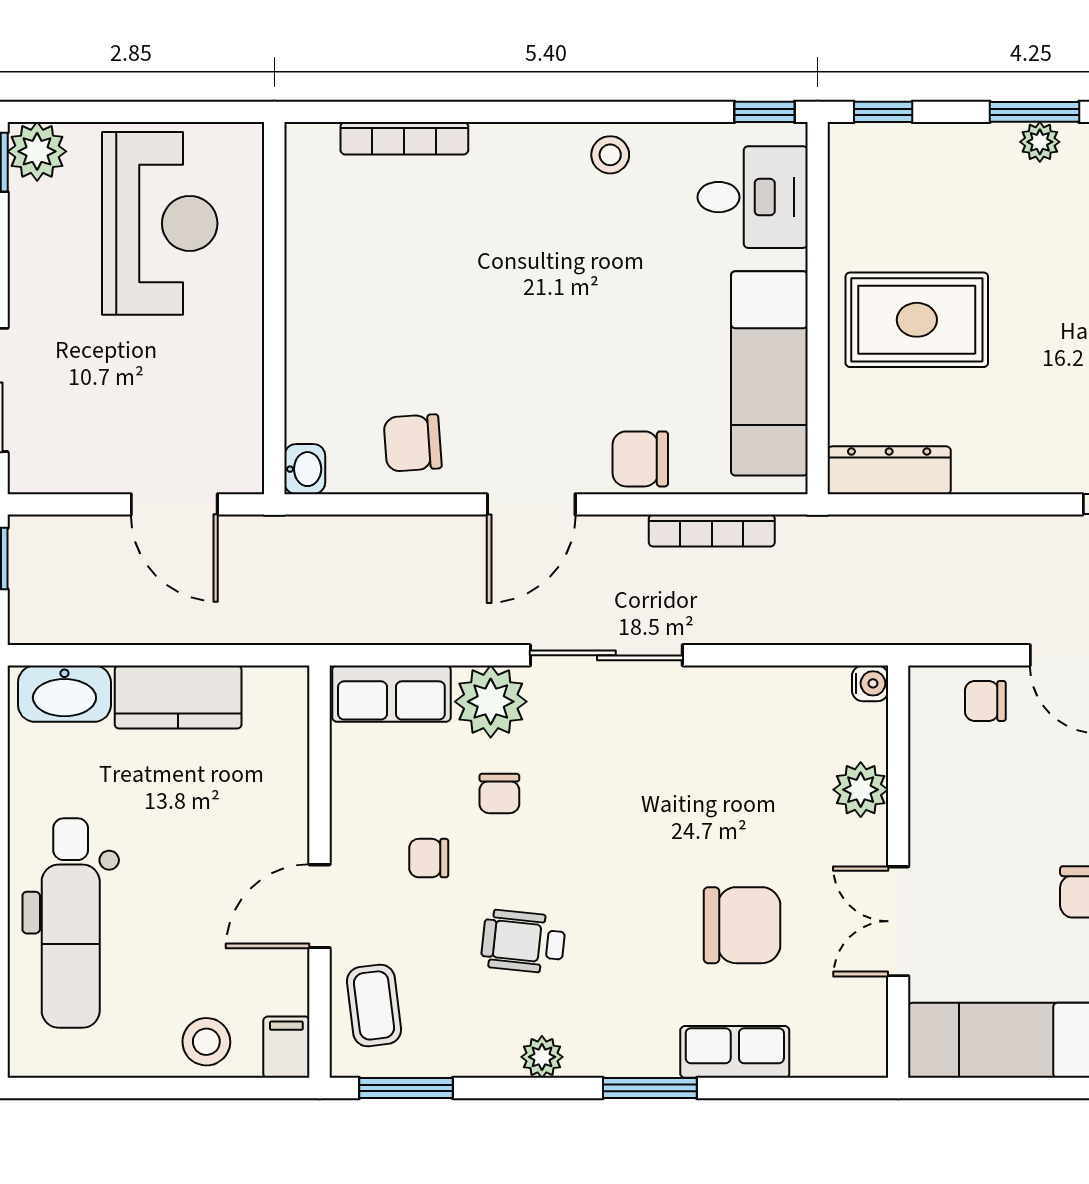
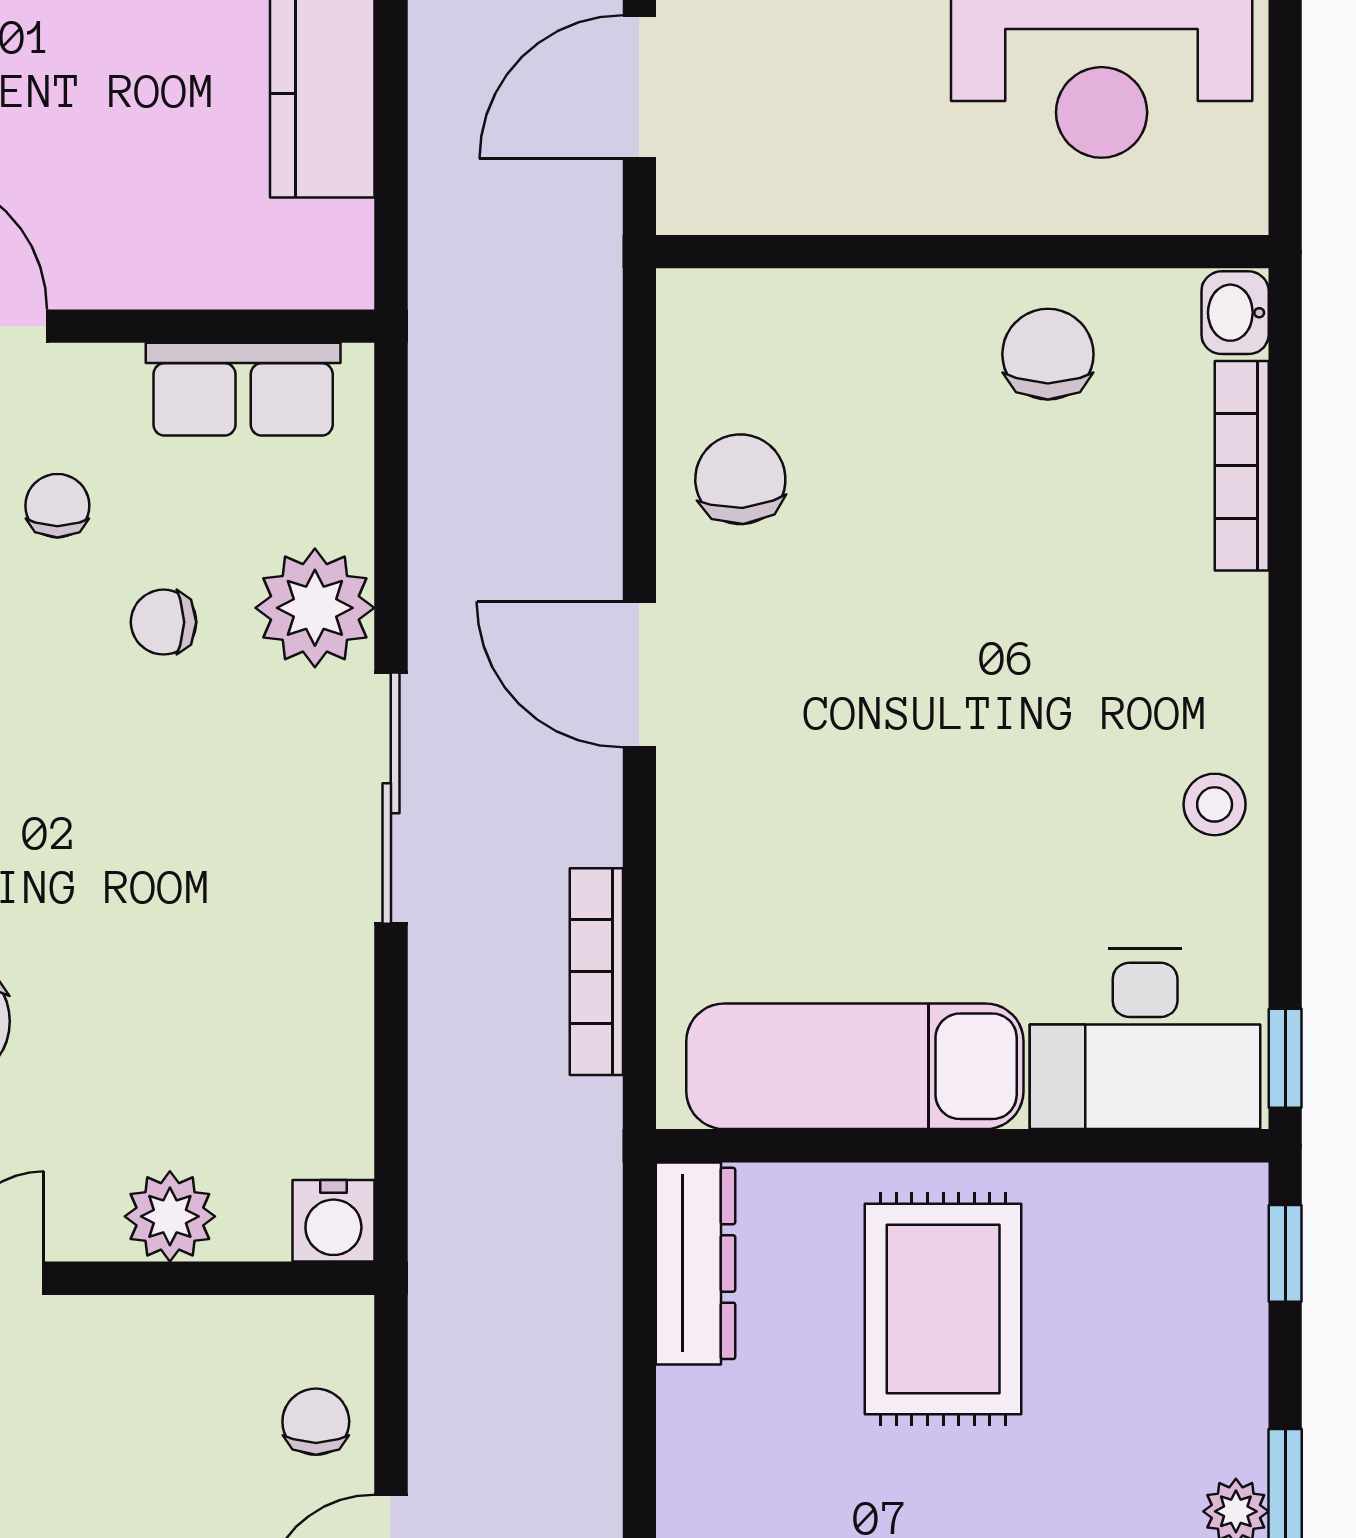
desk: (753, 197) -> (1145, 1039), width x1.37
chair: (640, 459) -> (1048, 354), moved
washbasin: (305, 469) -> (1235, 313), moved, turned 90
water cooler: (870, 683) -> (333, 1221), width x1.38, depth x1.38
row of seats: (391, 694) -> (243, 389), moved, turned -90

